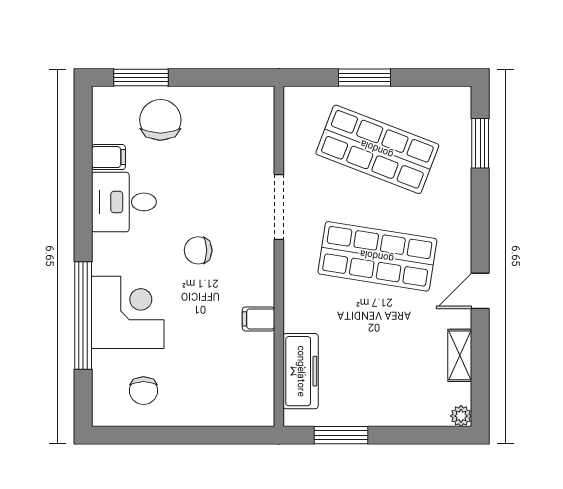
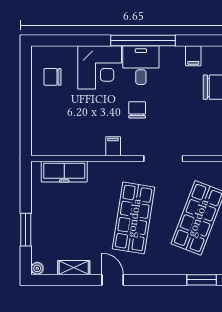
desk: (124, 202) -> (141, 65), moved
window: (83, 315) -> (143, 40), moved
filing cabinet: (258, 319) -> (113, 146), moved
window: (341, 435) -> (26, 230), moved

